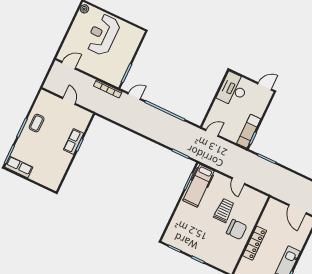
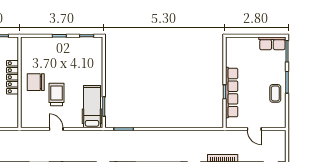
row of seats: (74, 141) -> (232, 93), width x2.02
trolley: (224, 210) -> (57, 95), turned 180

